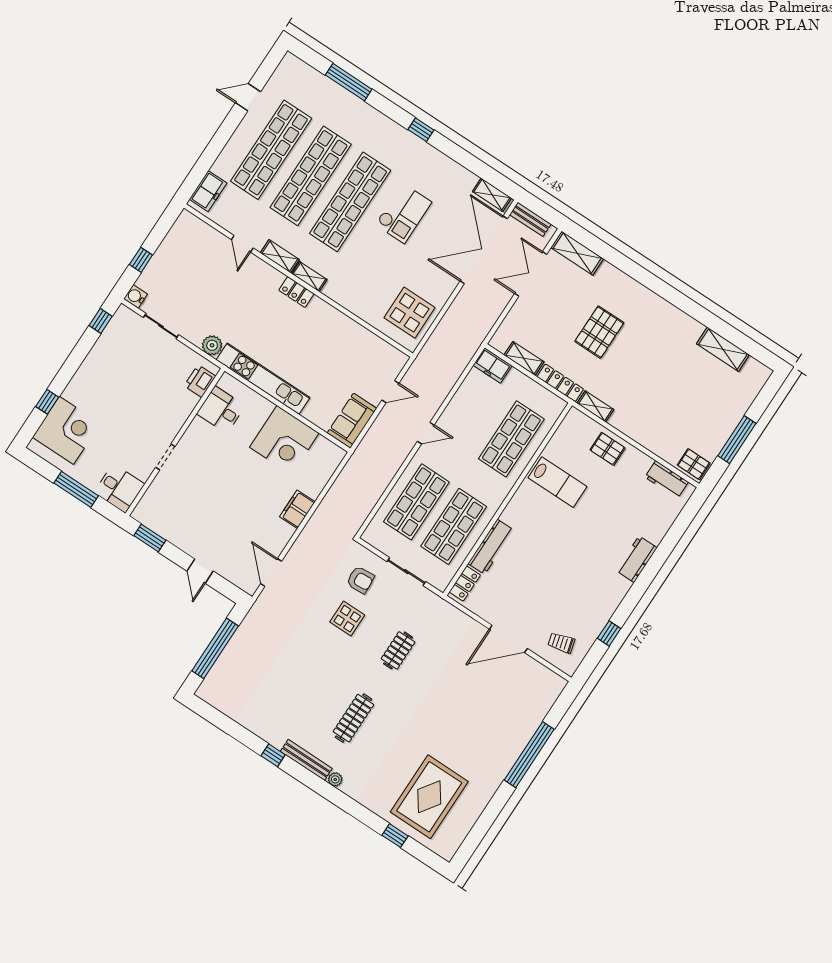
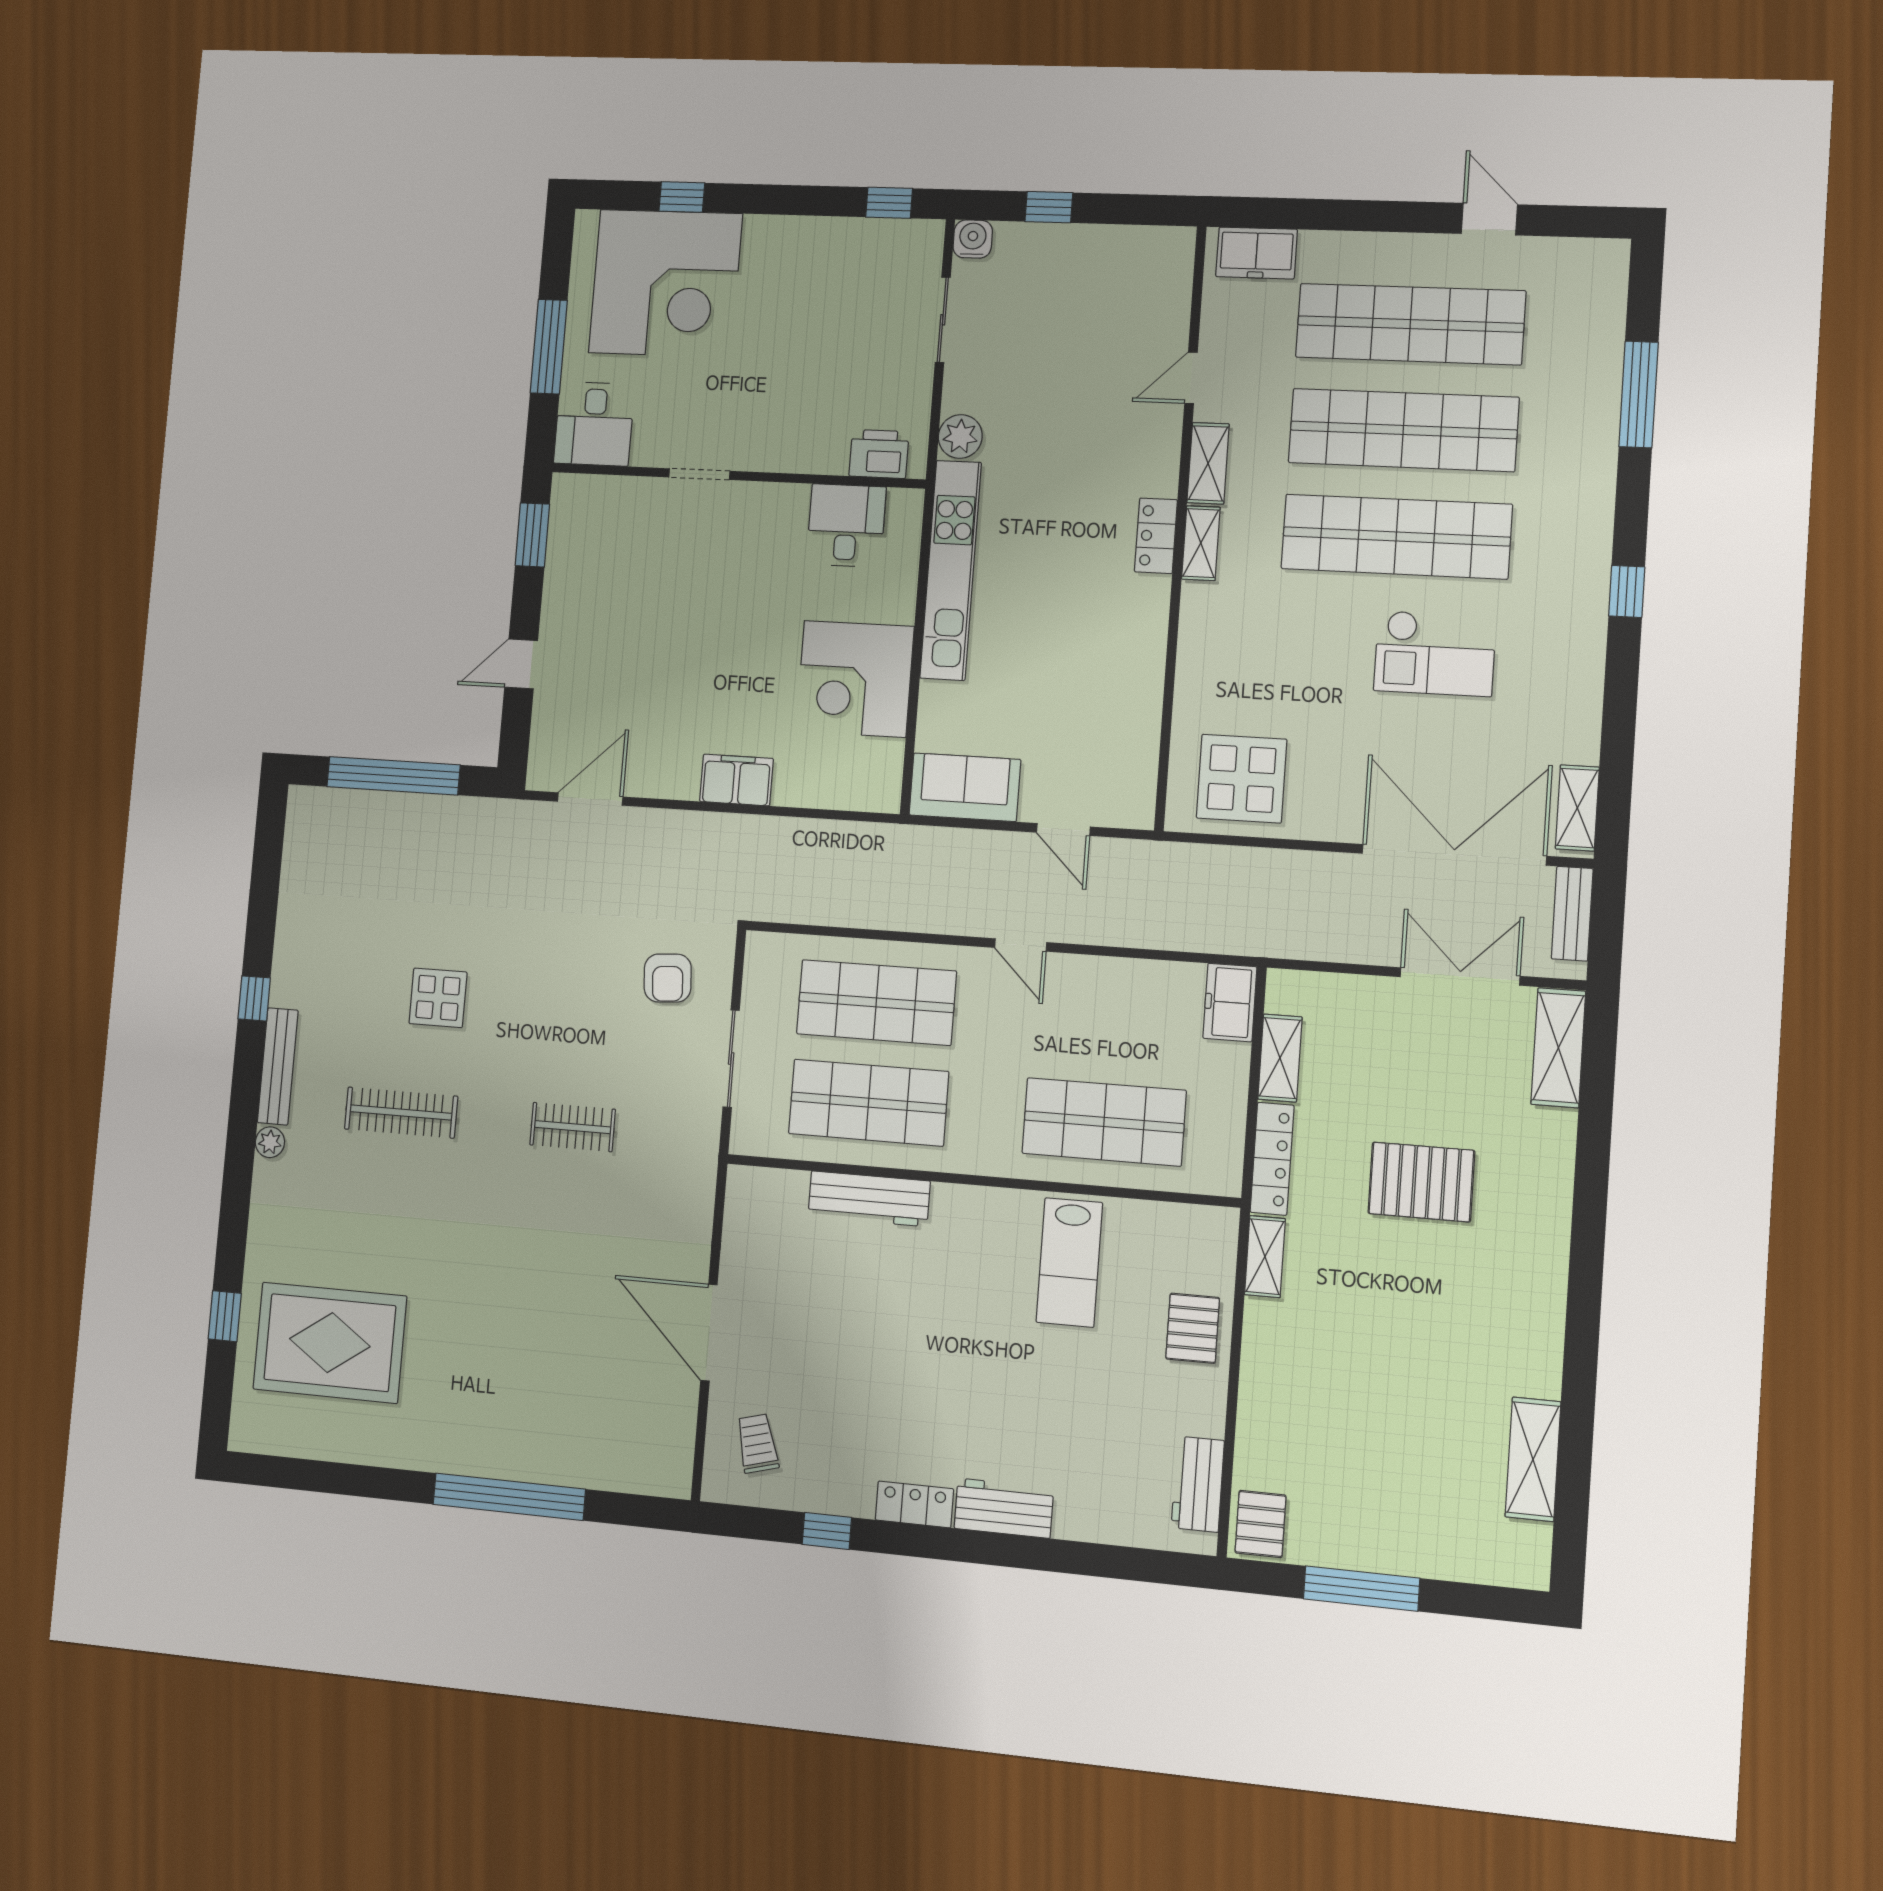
corner desk: (66, 430) -> (665, 283), width x1.36, depth x1.36
locker: (465, 583) -> (914, 1504), moved, turned 180
display table: (347, 619) -> (438, 998), moved

